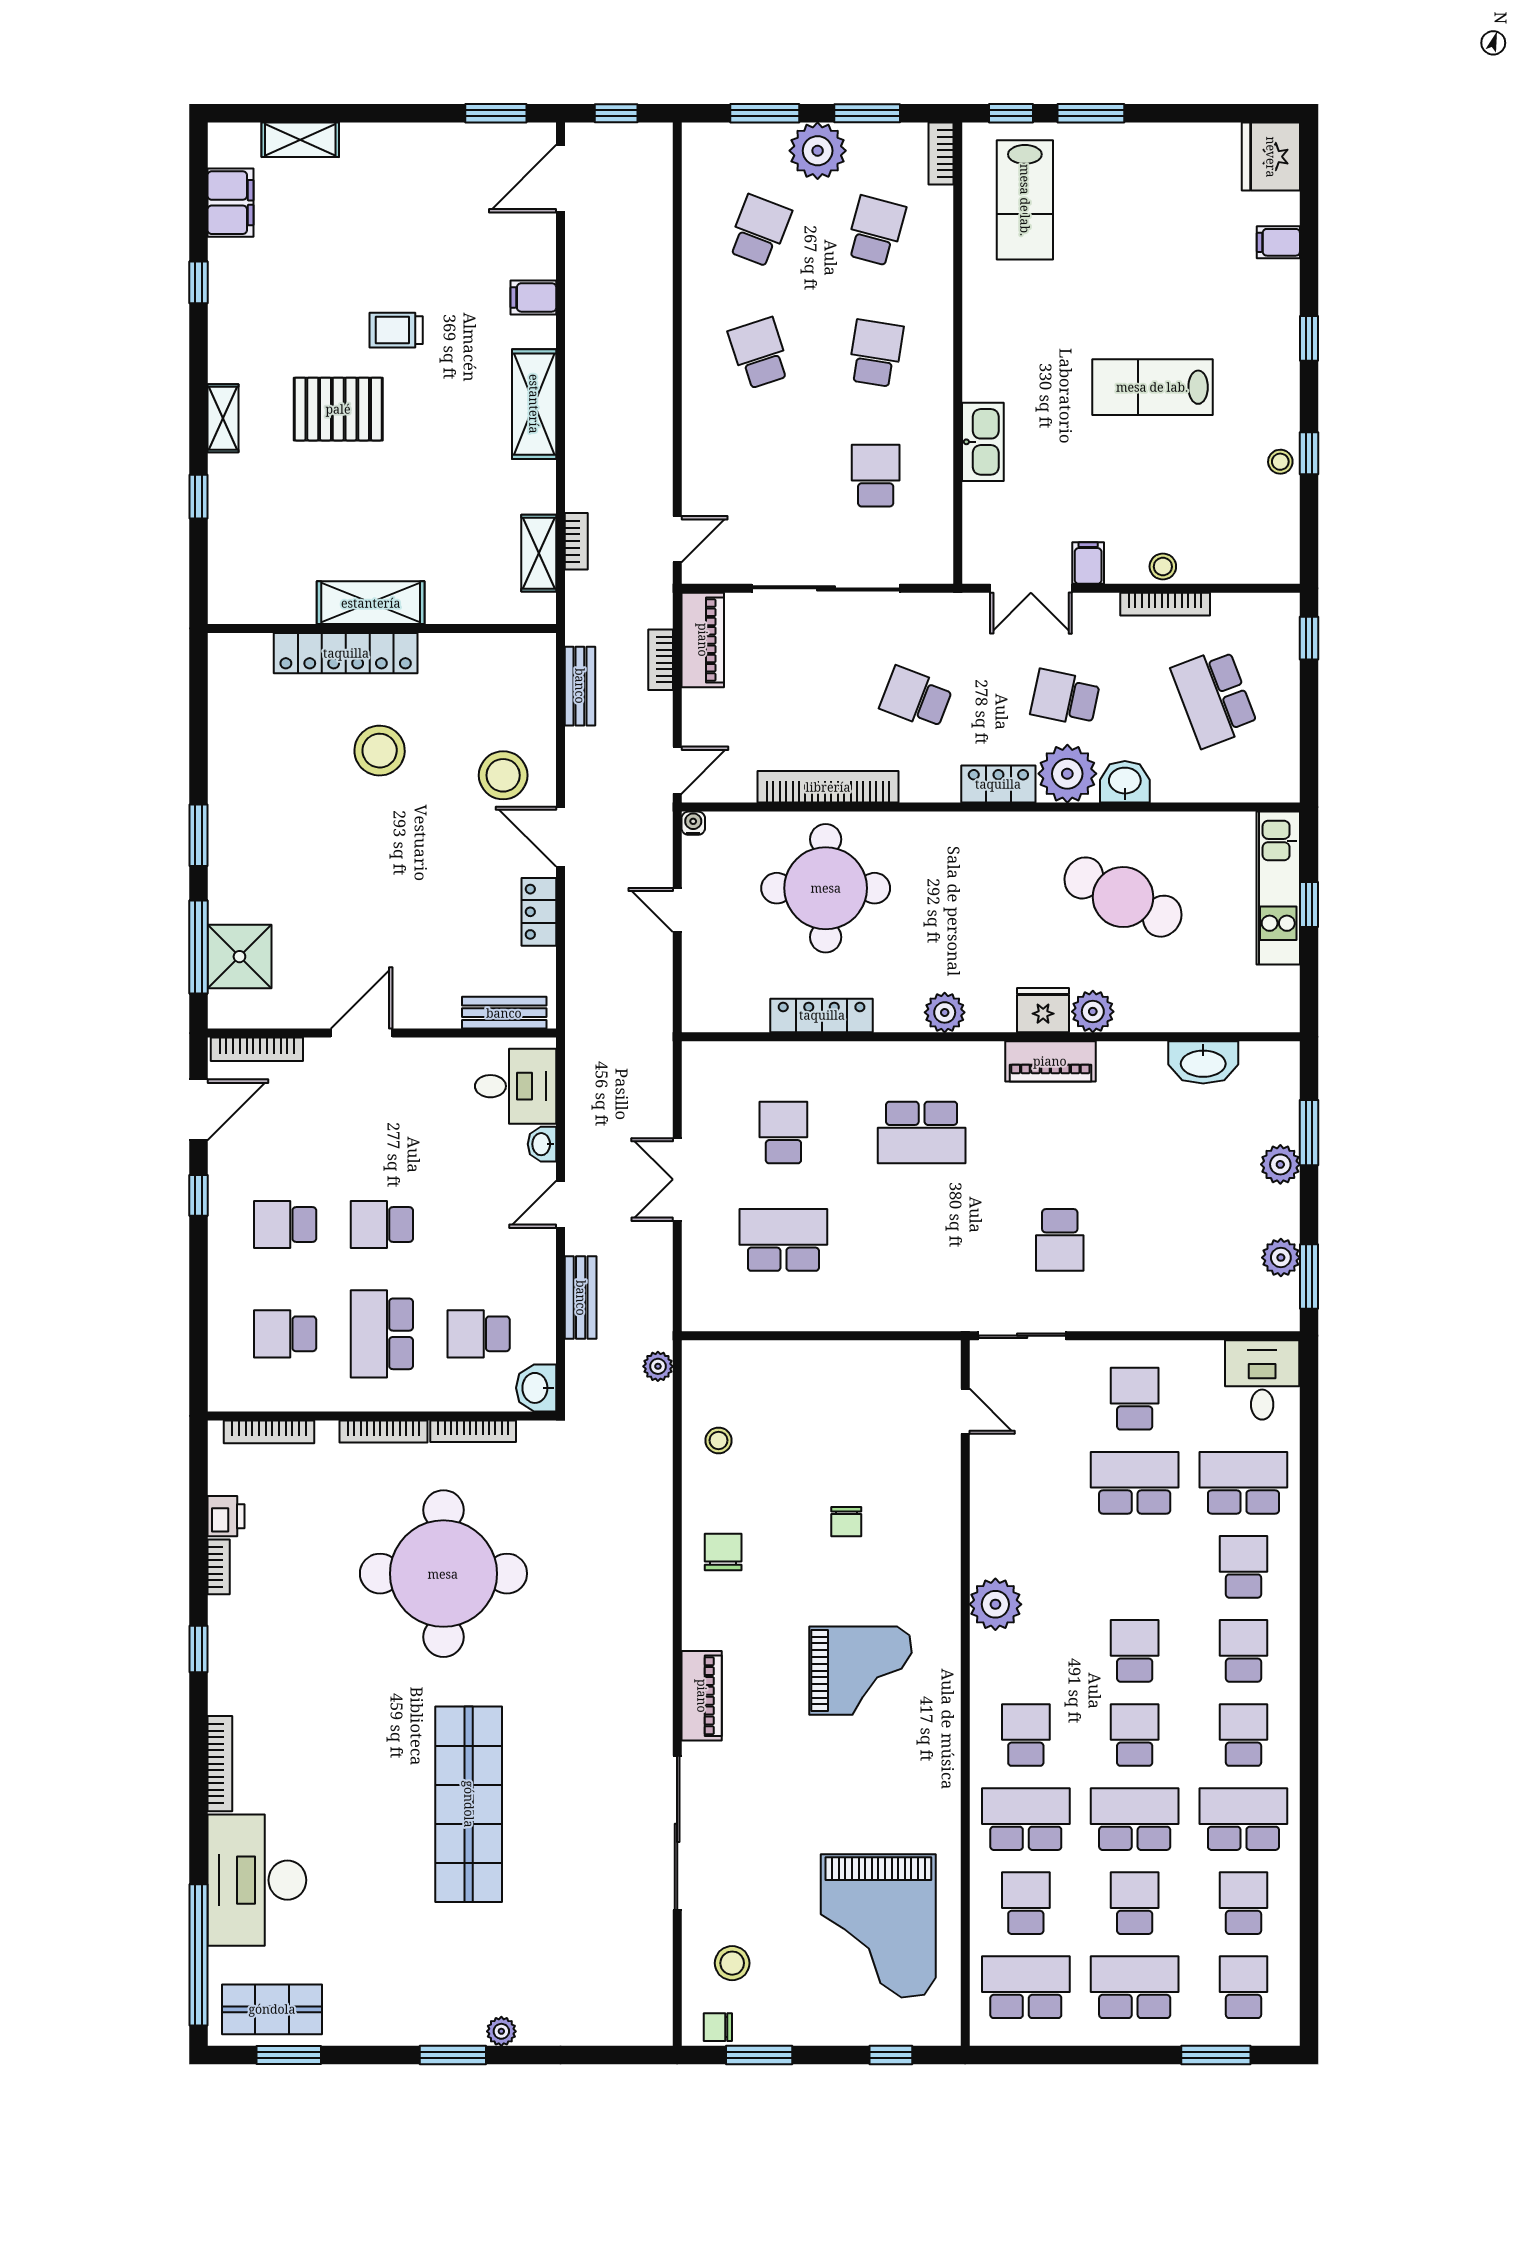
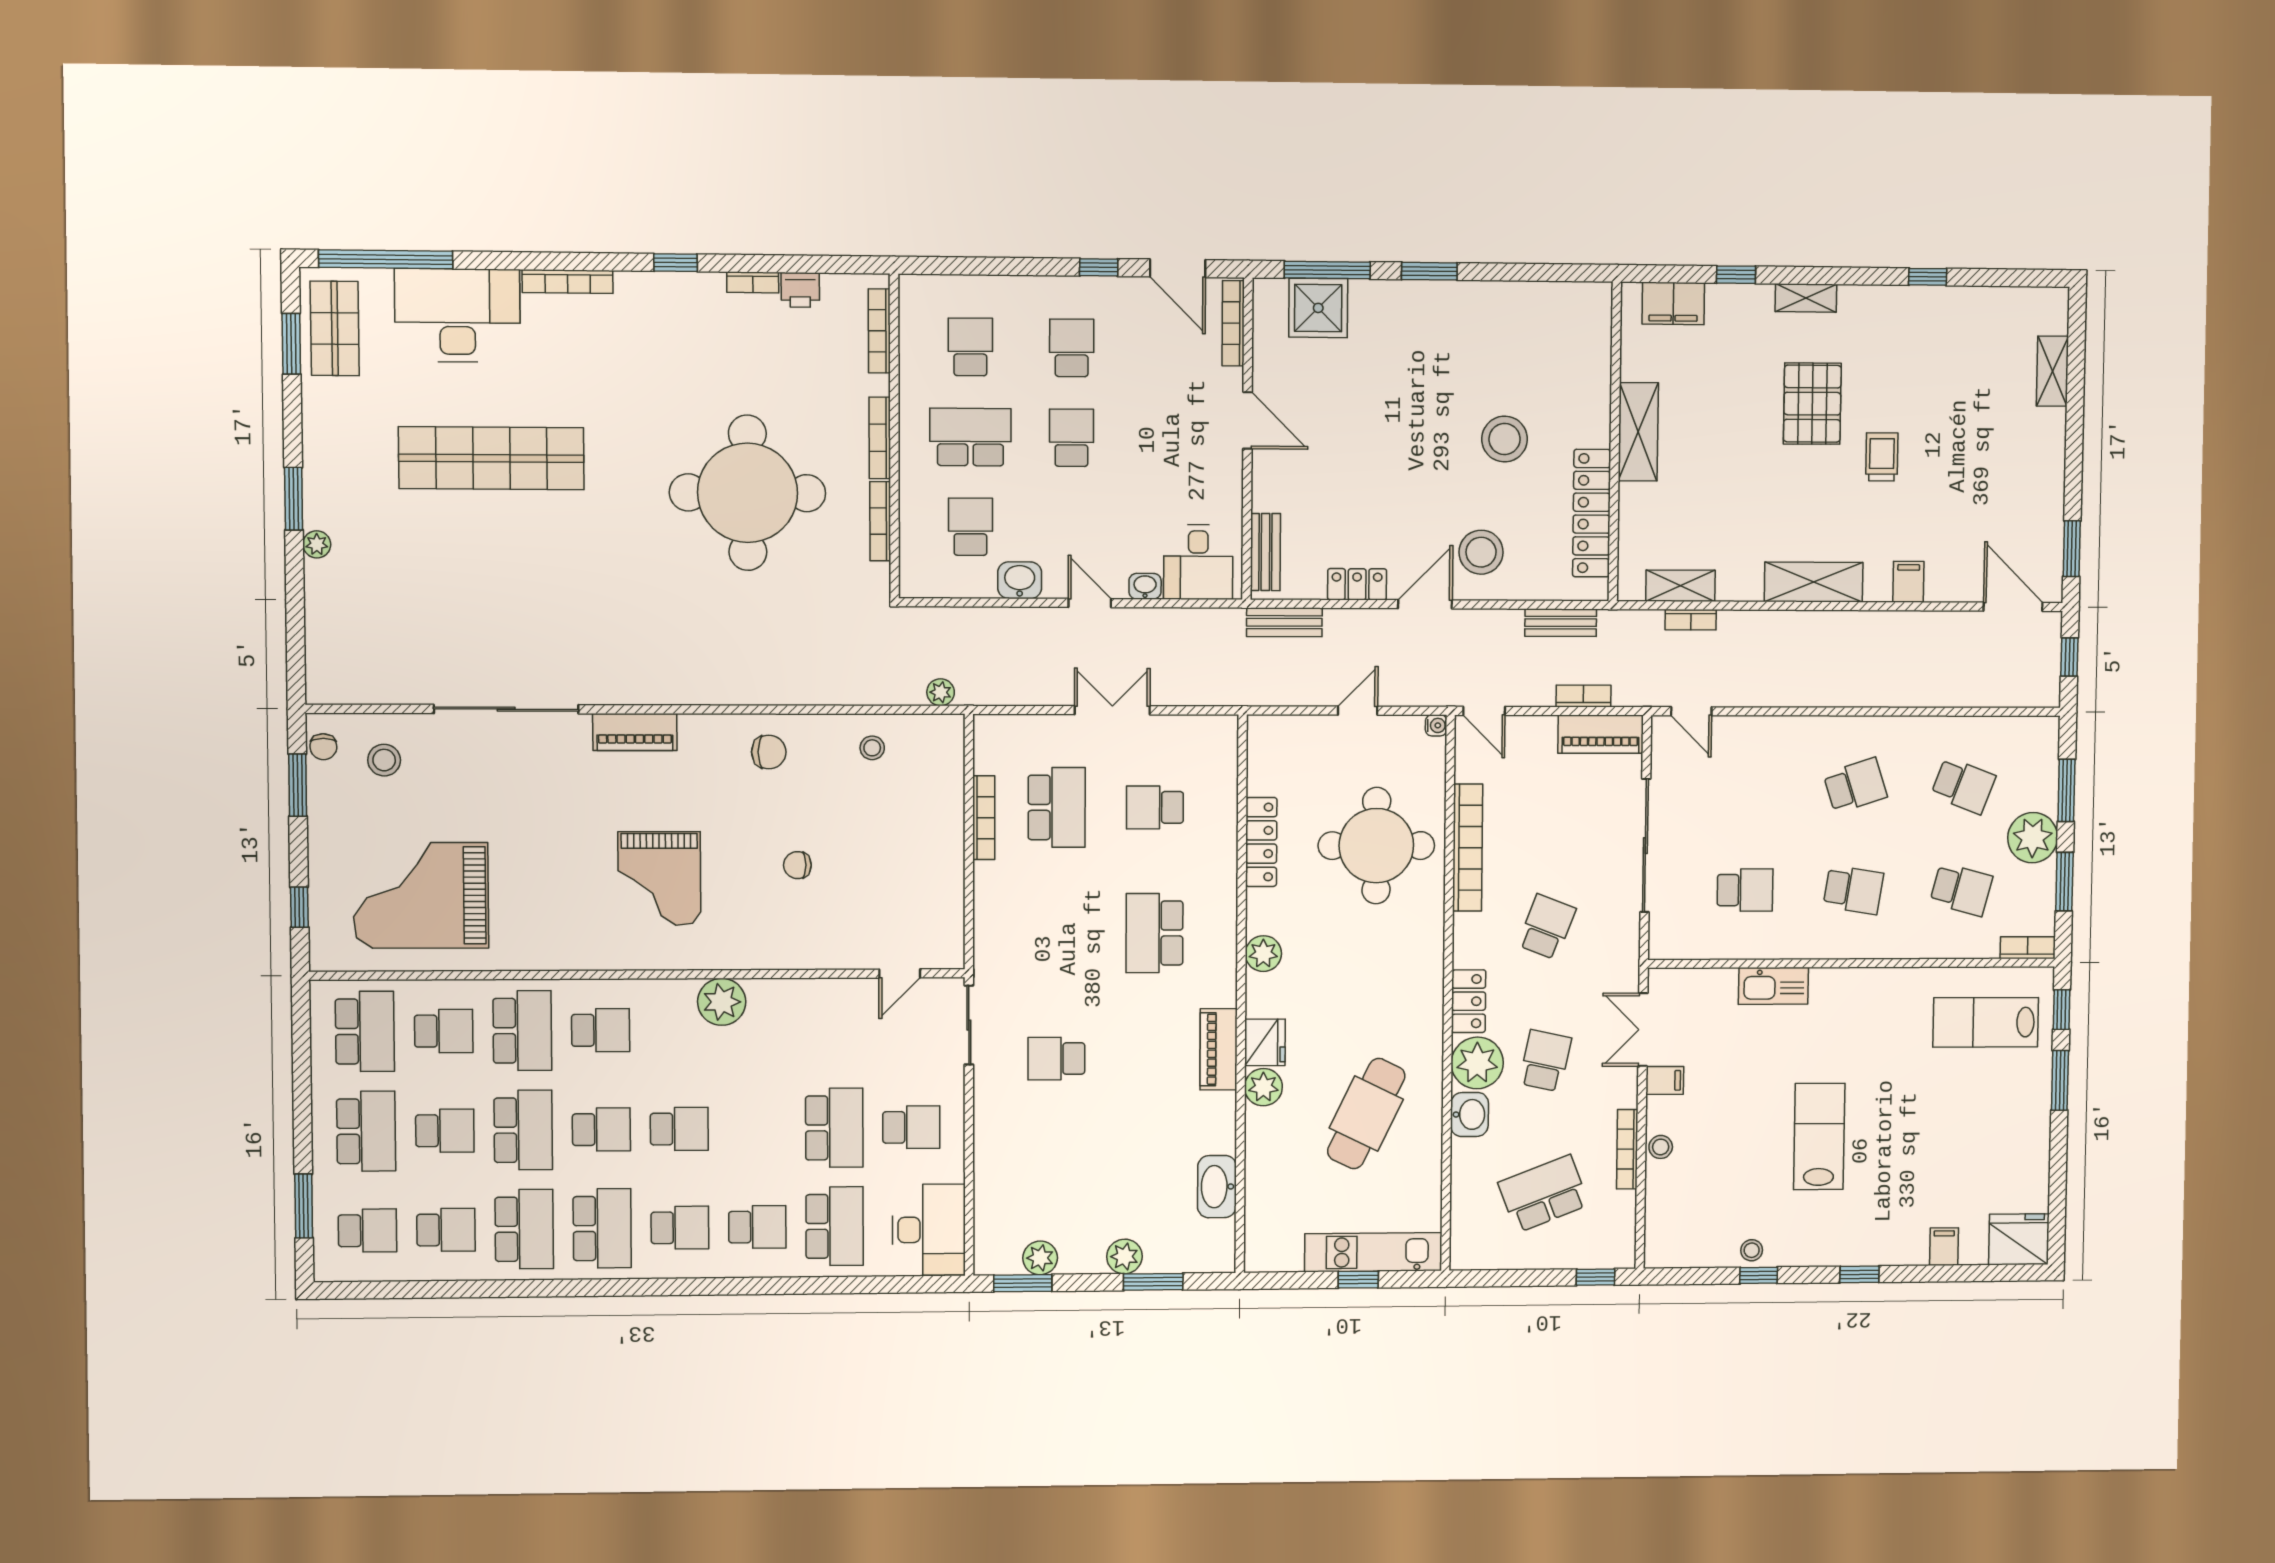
filing cabinet: (230, 203) -> (1673, 303), moved
locker: (346, 653) -> (1592, 513), moved
school desk: (783, 1132) -> (1155, 807), turned 180
bench: (581, 1298) -> (1284, 622), moved
bookcase: (795, 1320) -> (984, 818), added
desk: (1262, 1380) -> (929, 1230), width x1.37
washbasin: (536, 1388) -> (1020, 580), moved
school desk: (1243, 1735) -> (602, 1228), width x1.85
shop shelf: (469, 1804) -> (491, 458), moved
chair: (718, 2027) -> (323, 747), turned 180

